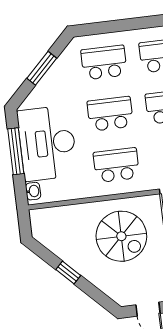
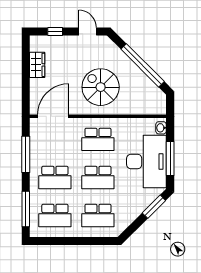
window: (42, 68) -> (154, 207), moved
window: (68, 272) -> (143, 65), width x3.17

